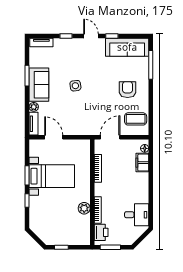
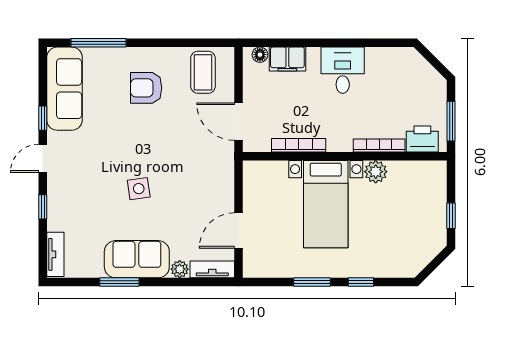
bed with nightstands: (52, 176) -> (326, 204), moved, turned 180
desk: (137, 215) -> (343, 70), moved

